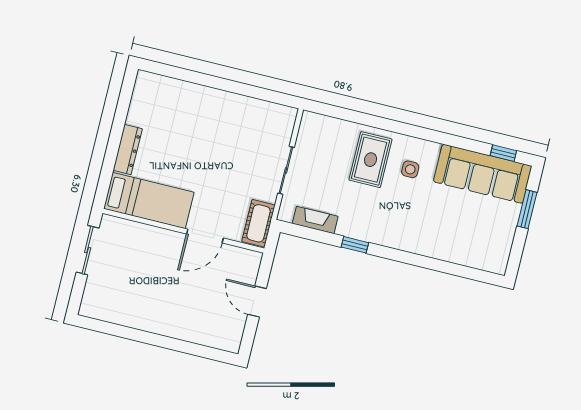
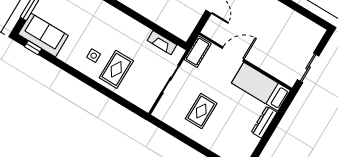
rug: (226, 137) -> (201, 111), added
sofa: (483, 174) -> (43, 35), width x0.73
window: (355, 245) -> (142, 20), removed

